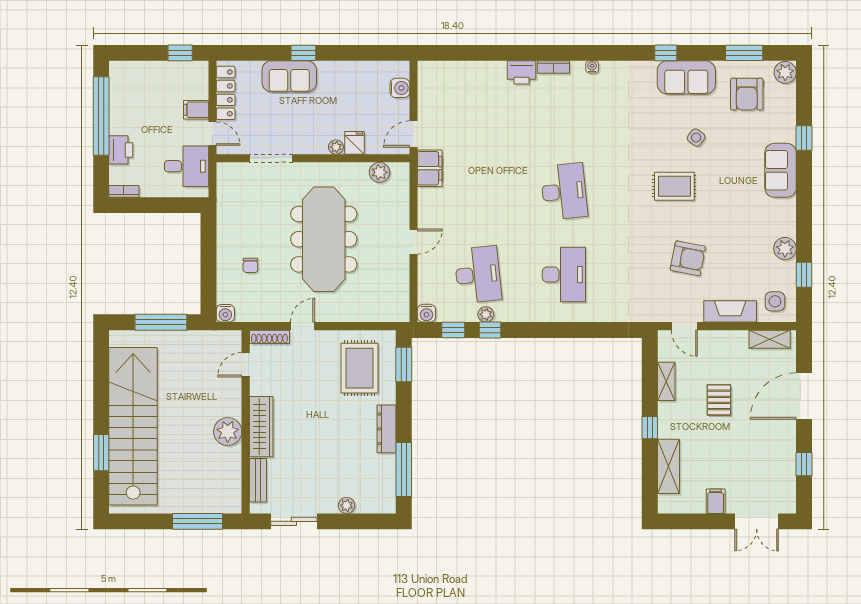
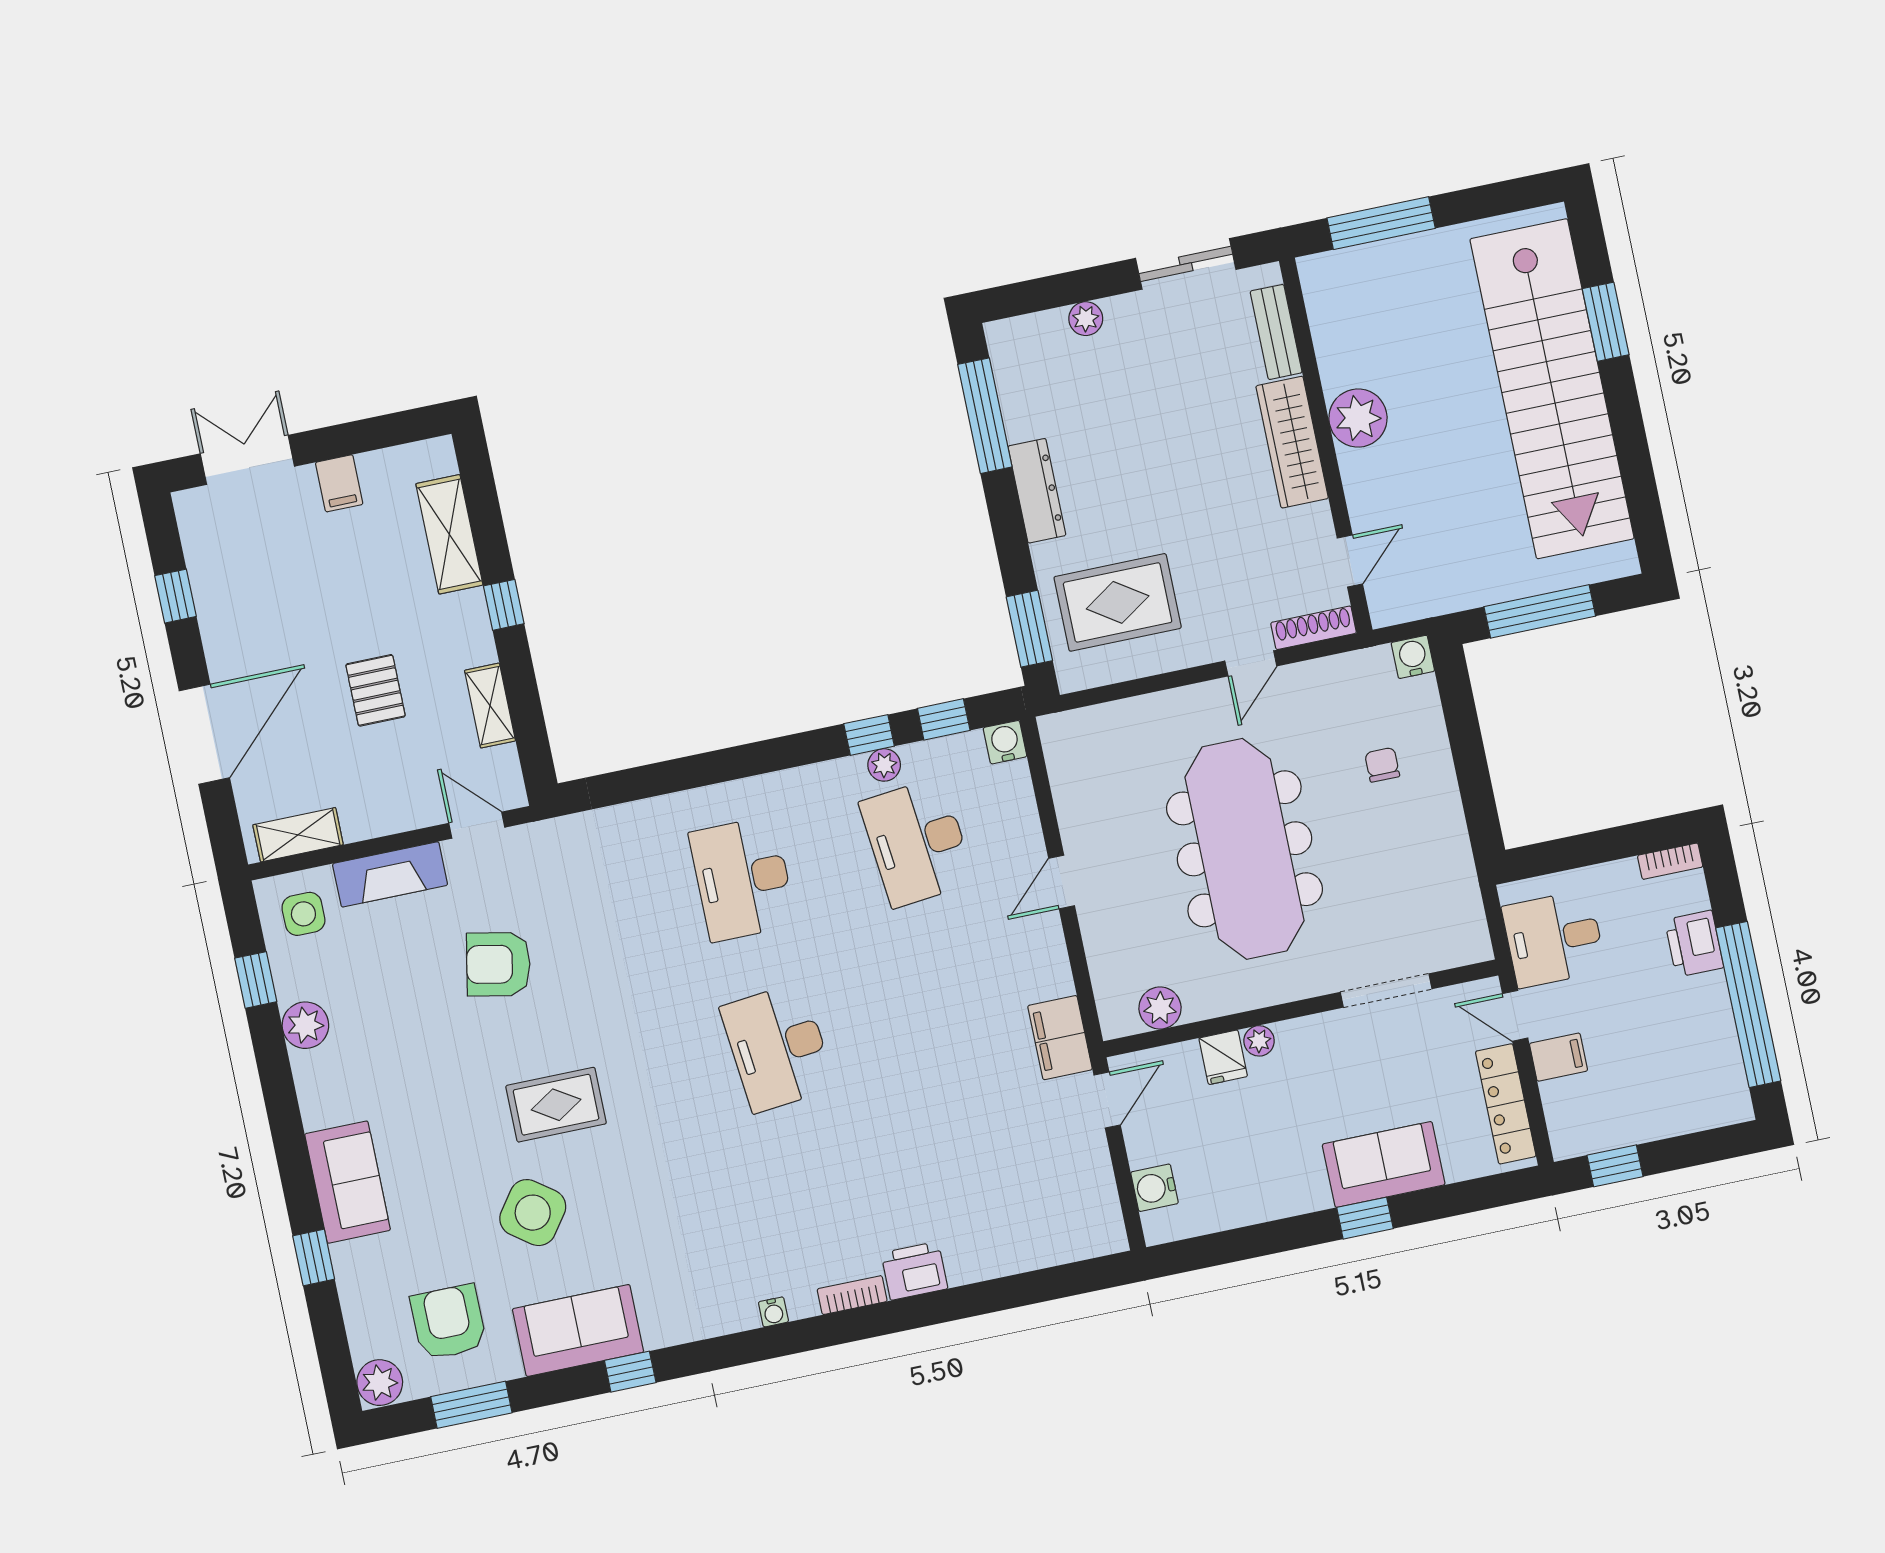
side table: (696, 138) -> (533, 1213), width x1.87, depth x1.87
rug: (359, 368) -> (1118, 602), turned 90

